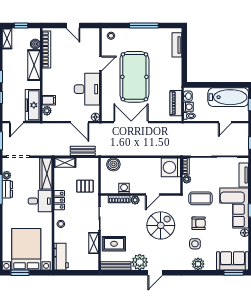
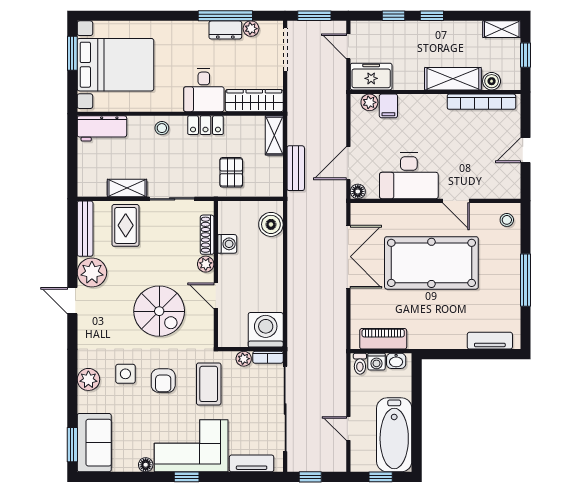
freezer: (33, 105) -> (371, 77), width x0.71

